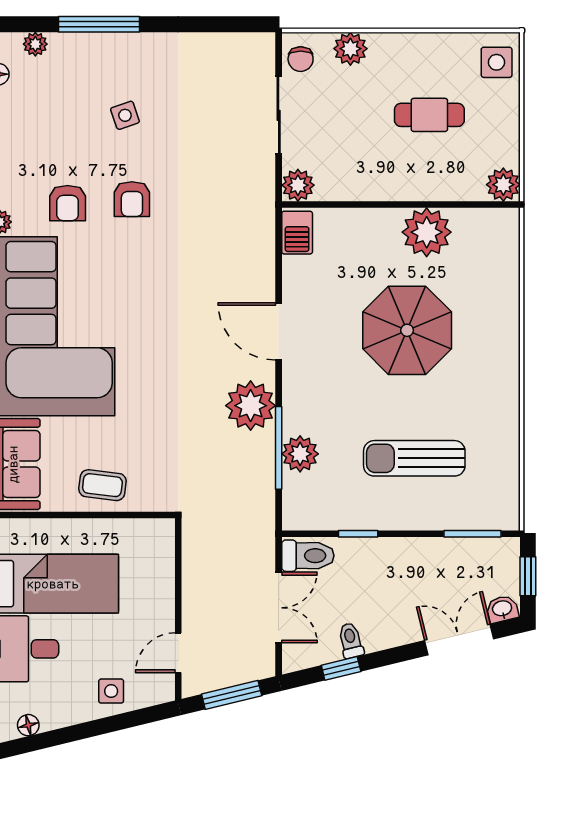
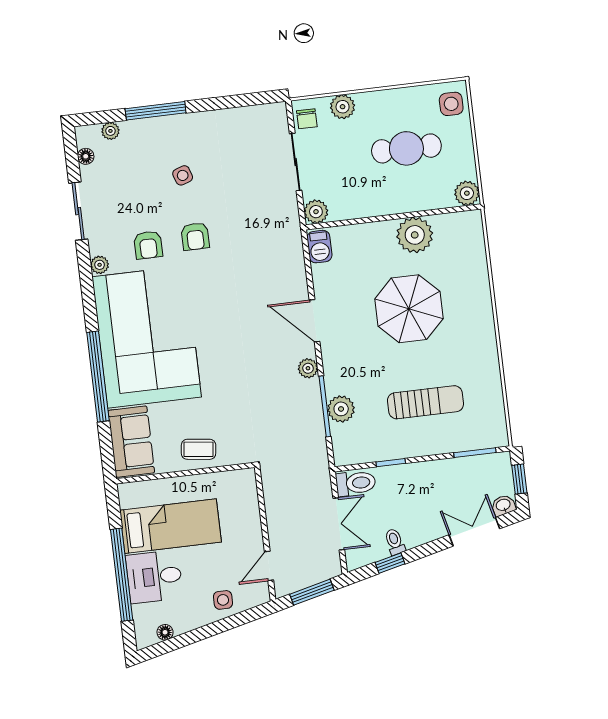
cafe table: (429, 115) -> (406, 148), width x1.37, depth x1.35
plant: (251, 406) -> (308, 368), width x0.53, depth x0.53
sun lounger: (414, 458) -> (425, 402), turned 180

